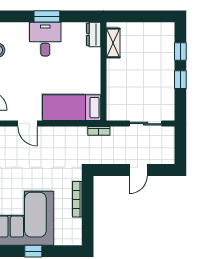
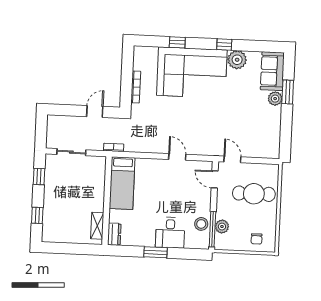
desk: (45, 39) -> (170, 233), moved
window: (180, 80) -> (39, 177), moved
bed: (72, 108) -> (122, 183), moved, turned 90
door: (138, 170) -> (95, 112), moved

